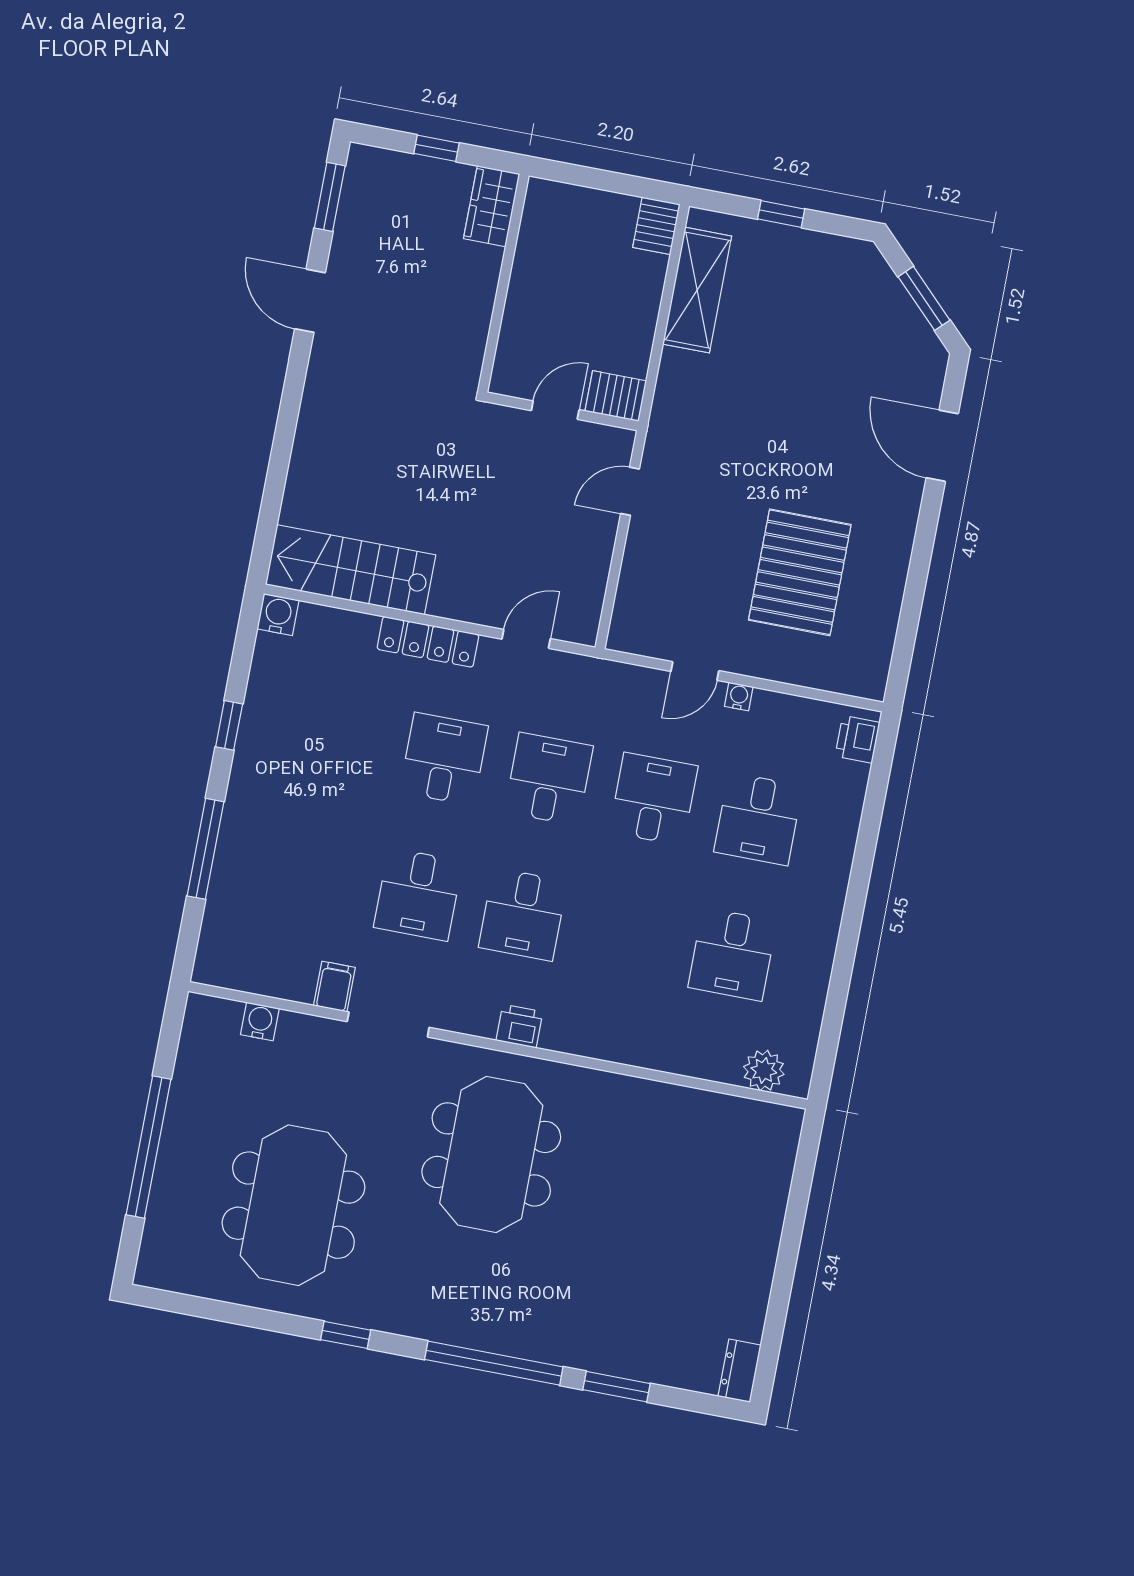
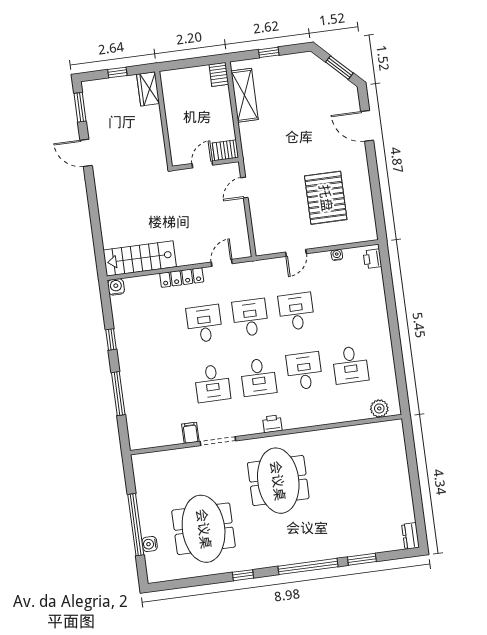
water cooler: (739, 697) -> (337, 255), moved
desk: (758, 819) -> (304, 371), moved, turned 180
water cooler: (260, 1021) -> (150, 544), moved, turned -90

